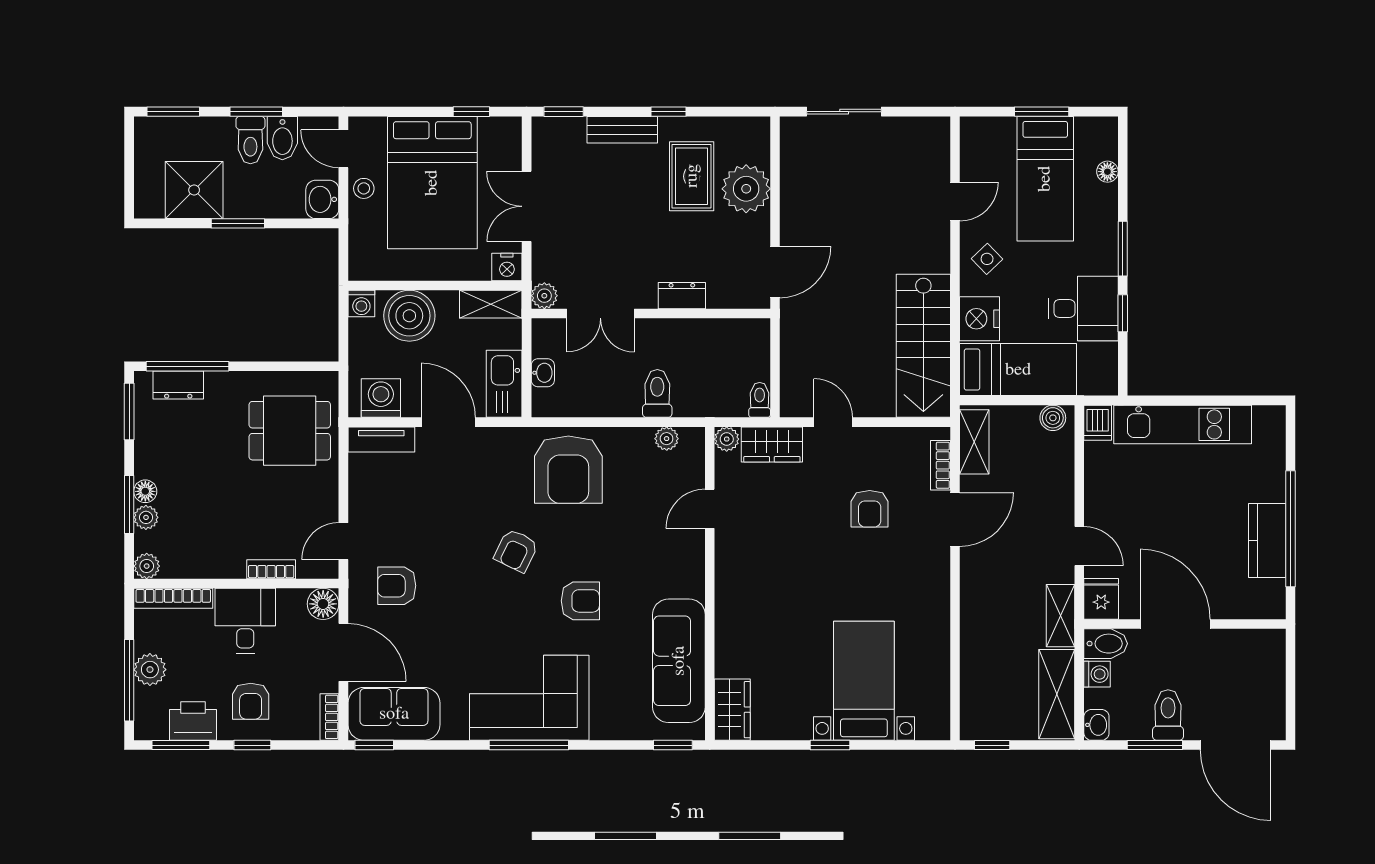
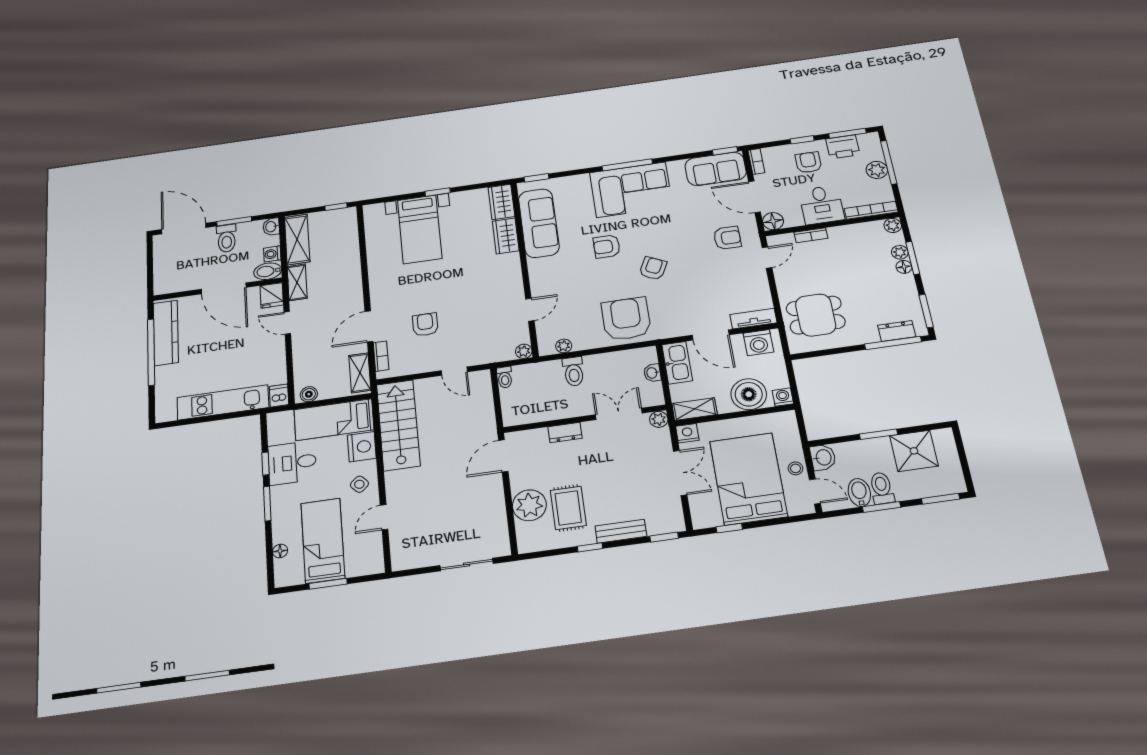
wardrobe: (772, 444) -> (506, 236), moved, turned -90
kitchen counter: (1267, 541) -> (166, 333), width x1.50

